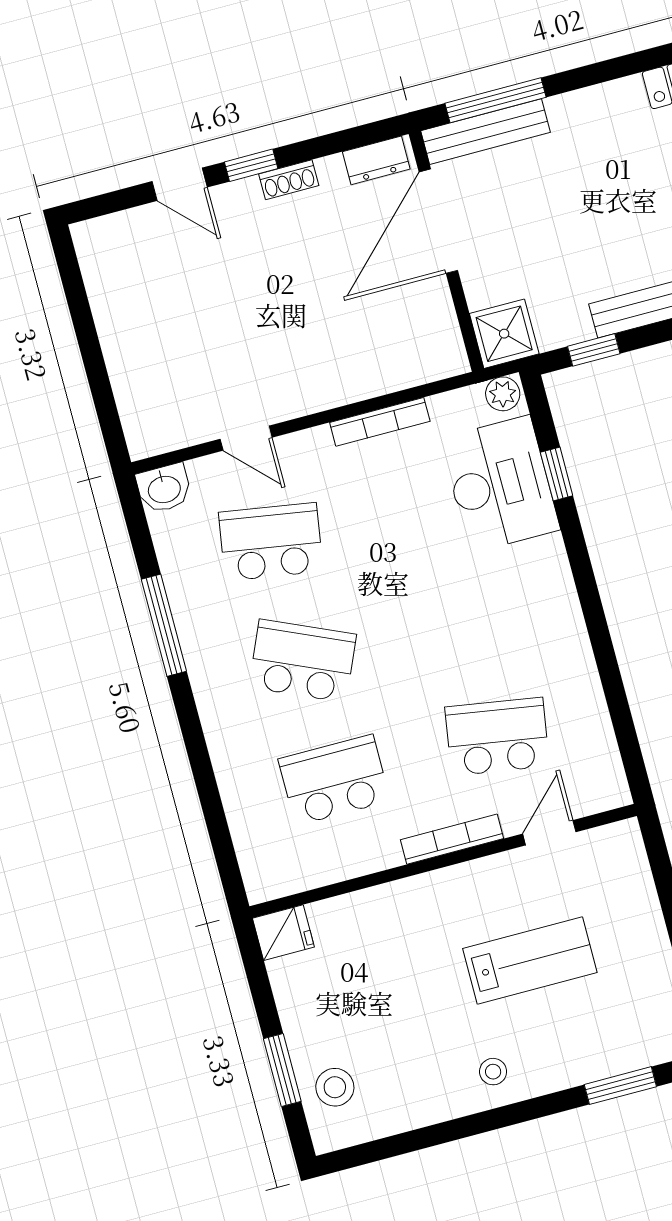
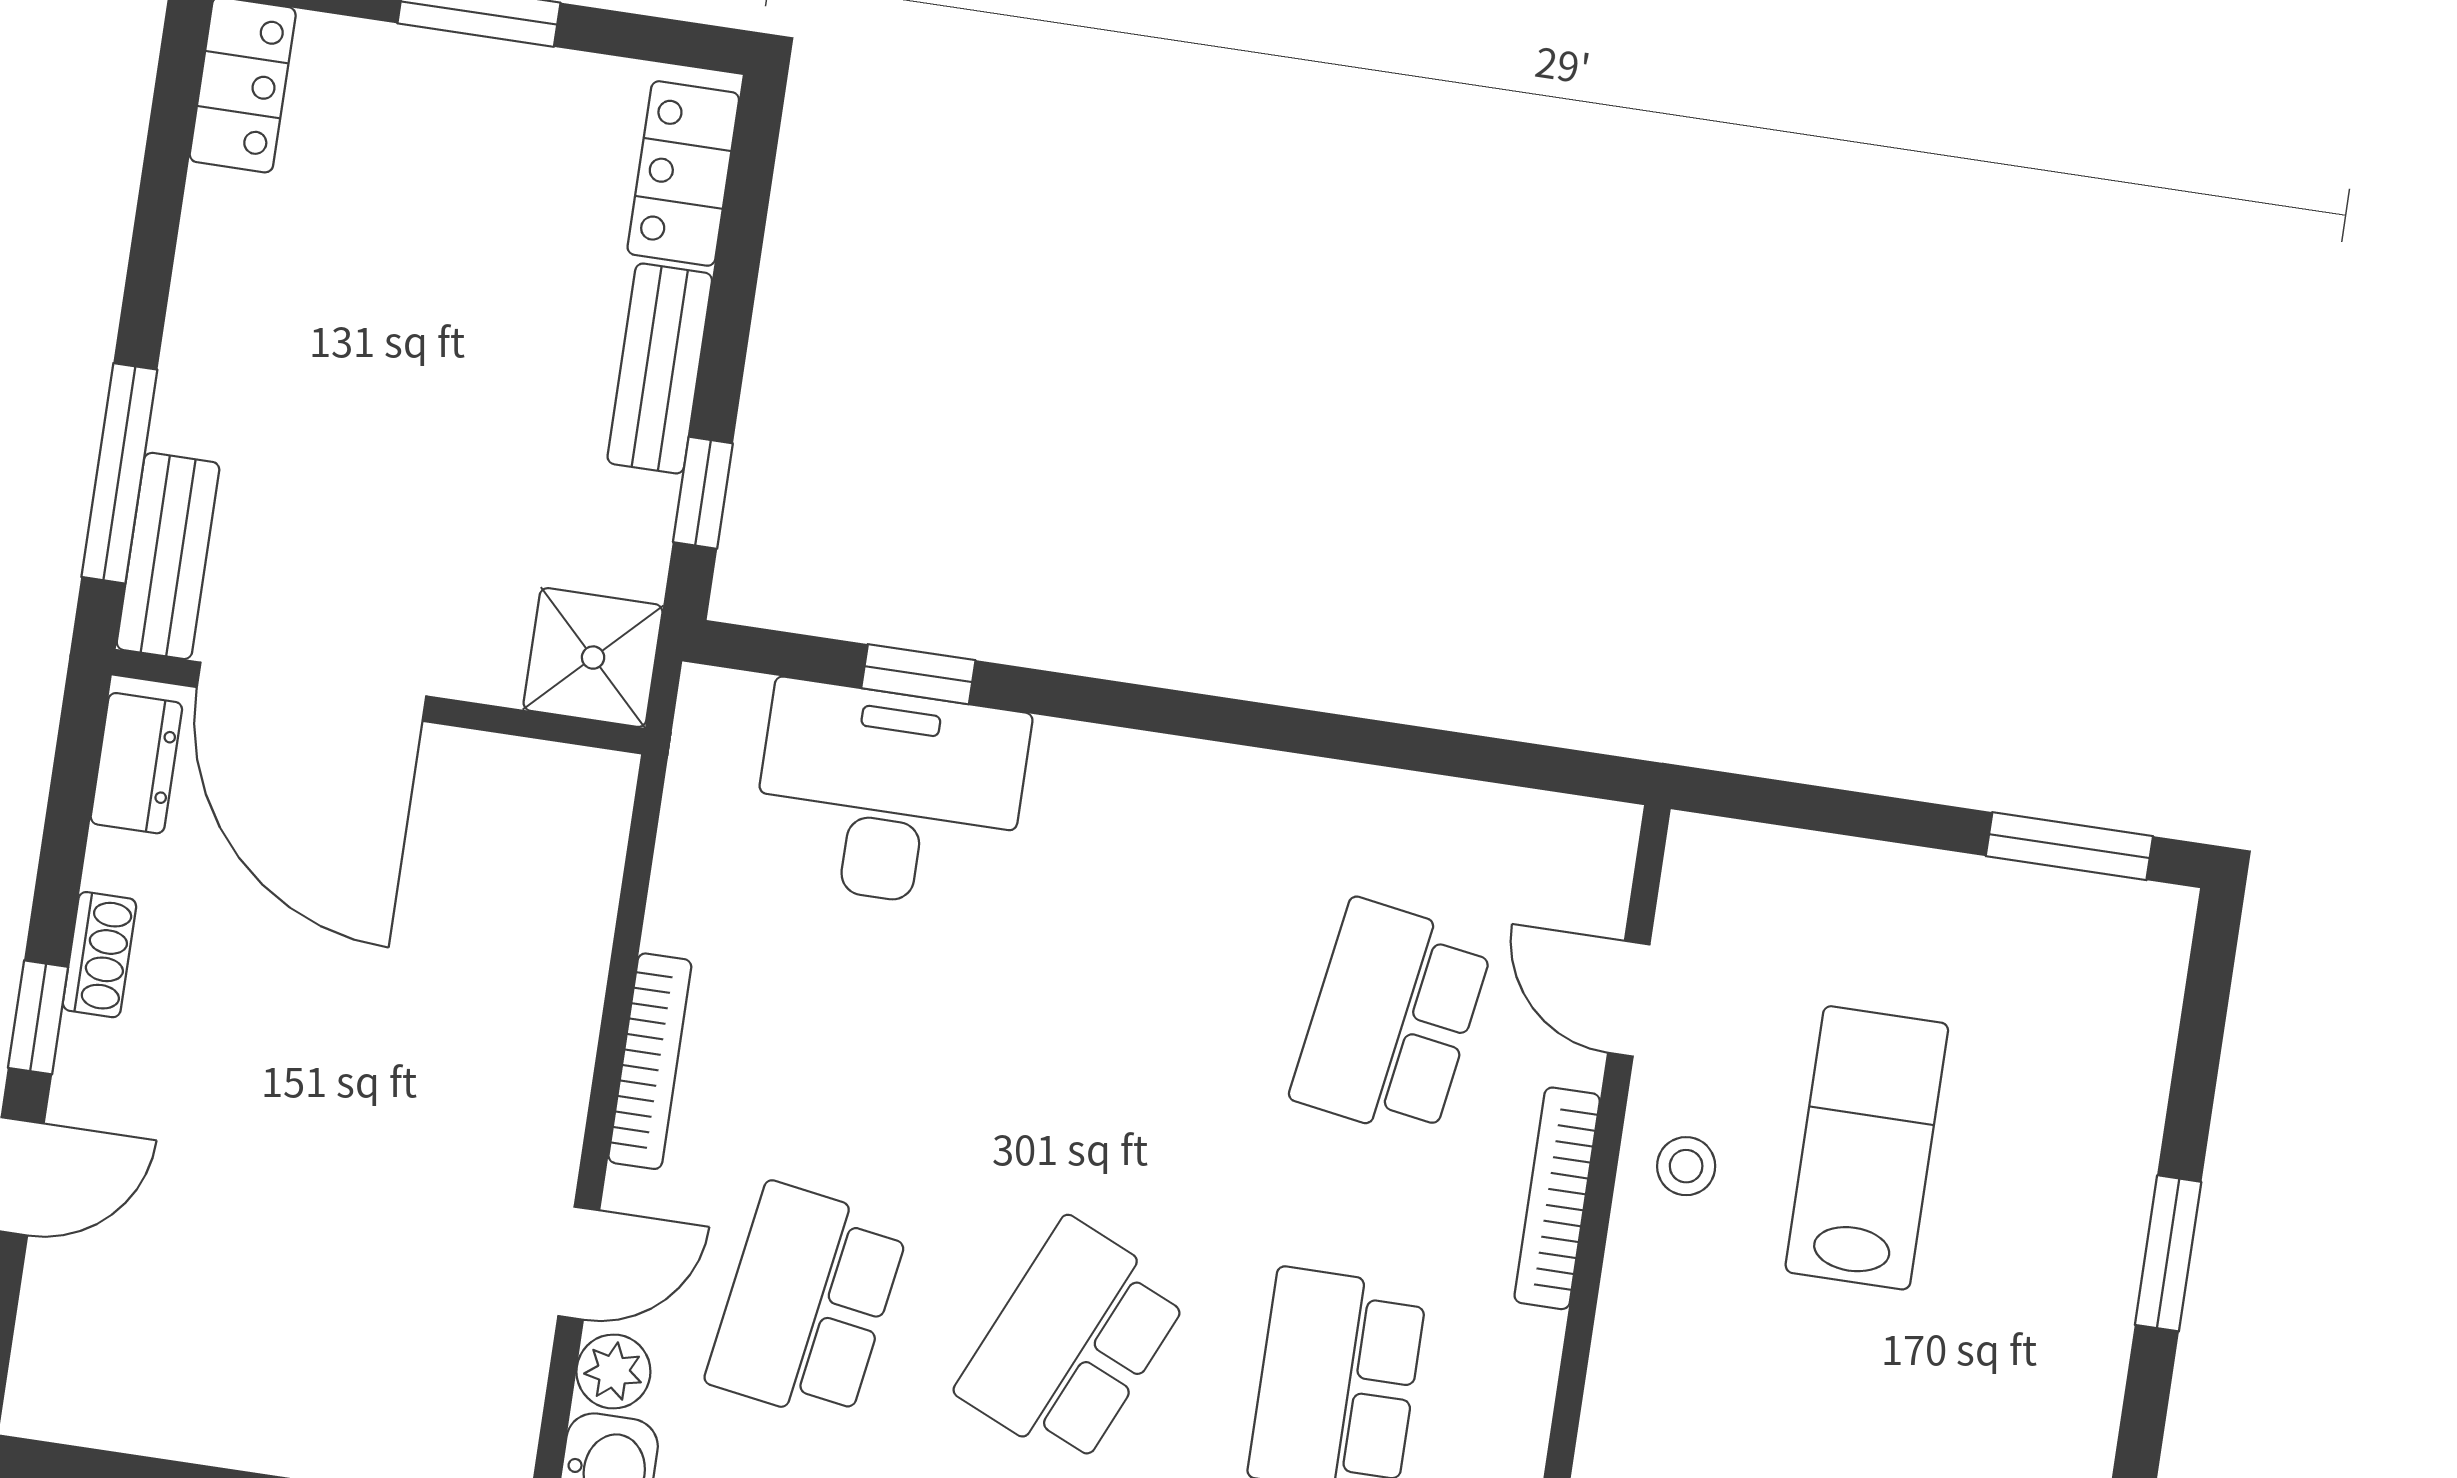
bench: (486, 132) -> (168, 556), width x0.73
plant: (503, 394) -> (613, 1371), moved
bookcase: (380, 422) -> (650, 1061), moved
stool: (493, 1072) -> (1686, 1166), moved
window: (620, 1086) -> (2168, 1253), moved

